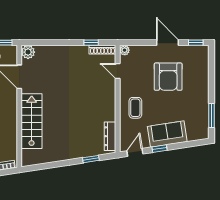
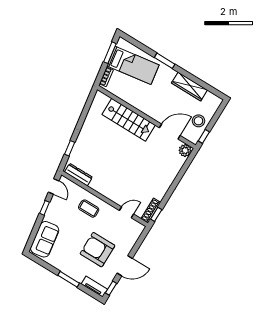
window: (91, 43) -> (156, 214), moved
plant: (125, 50) -> (140, 228), removed
tv unit: (204, 59) -> (94, 287), added
window: (211, 116) -> (69, 279), moved
sofa: (167, 134) -> (45, 239), moved

